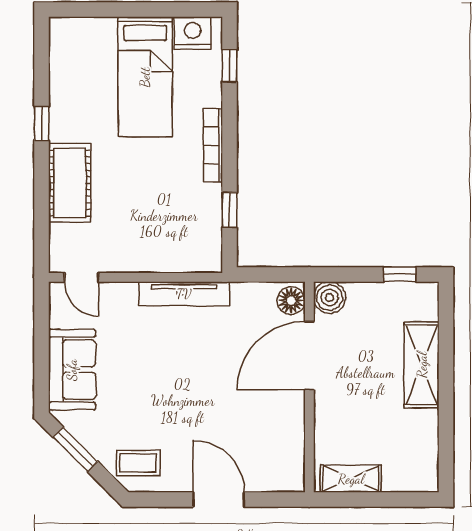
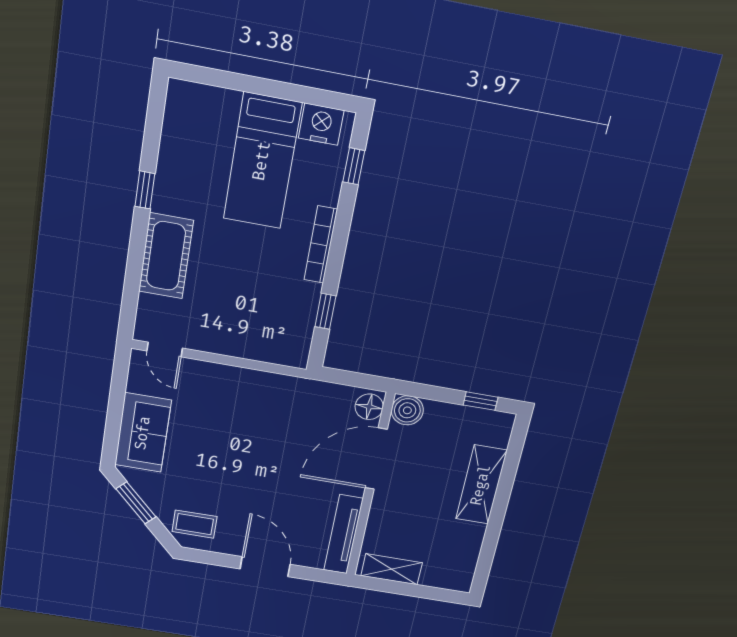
tv unit: (184, 294) -> (343, 534), moved, turned 90

